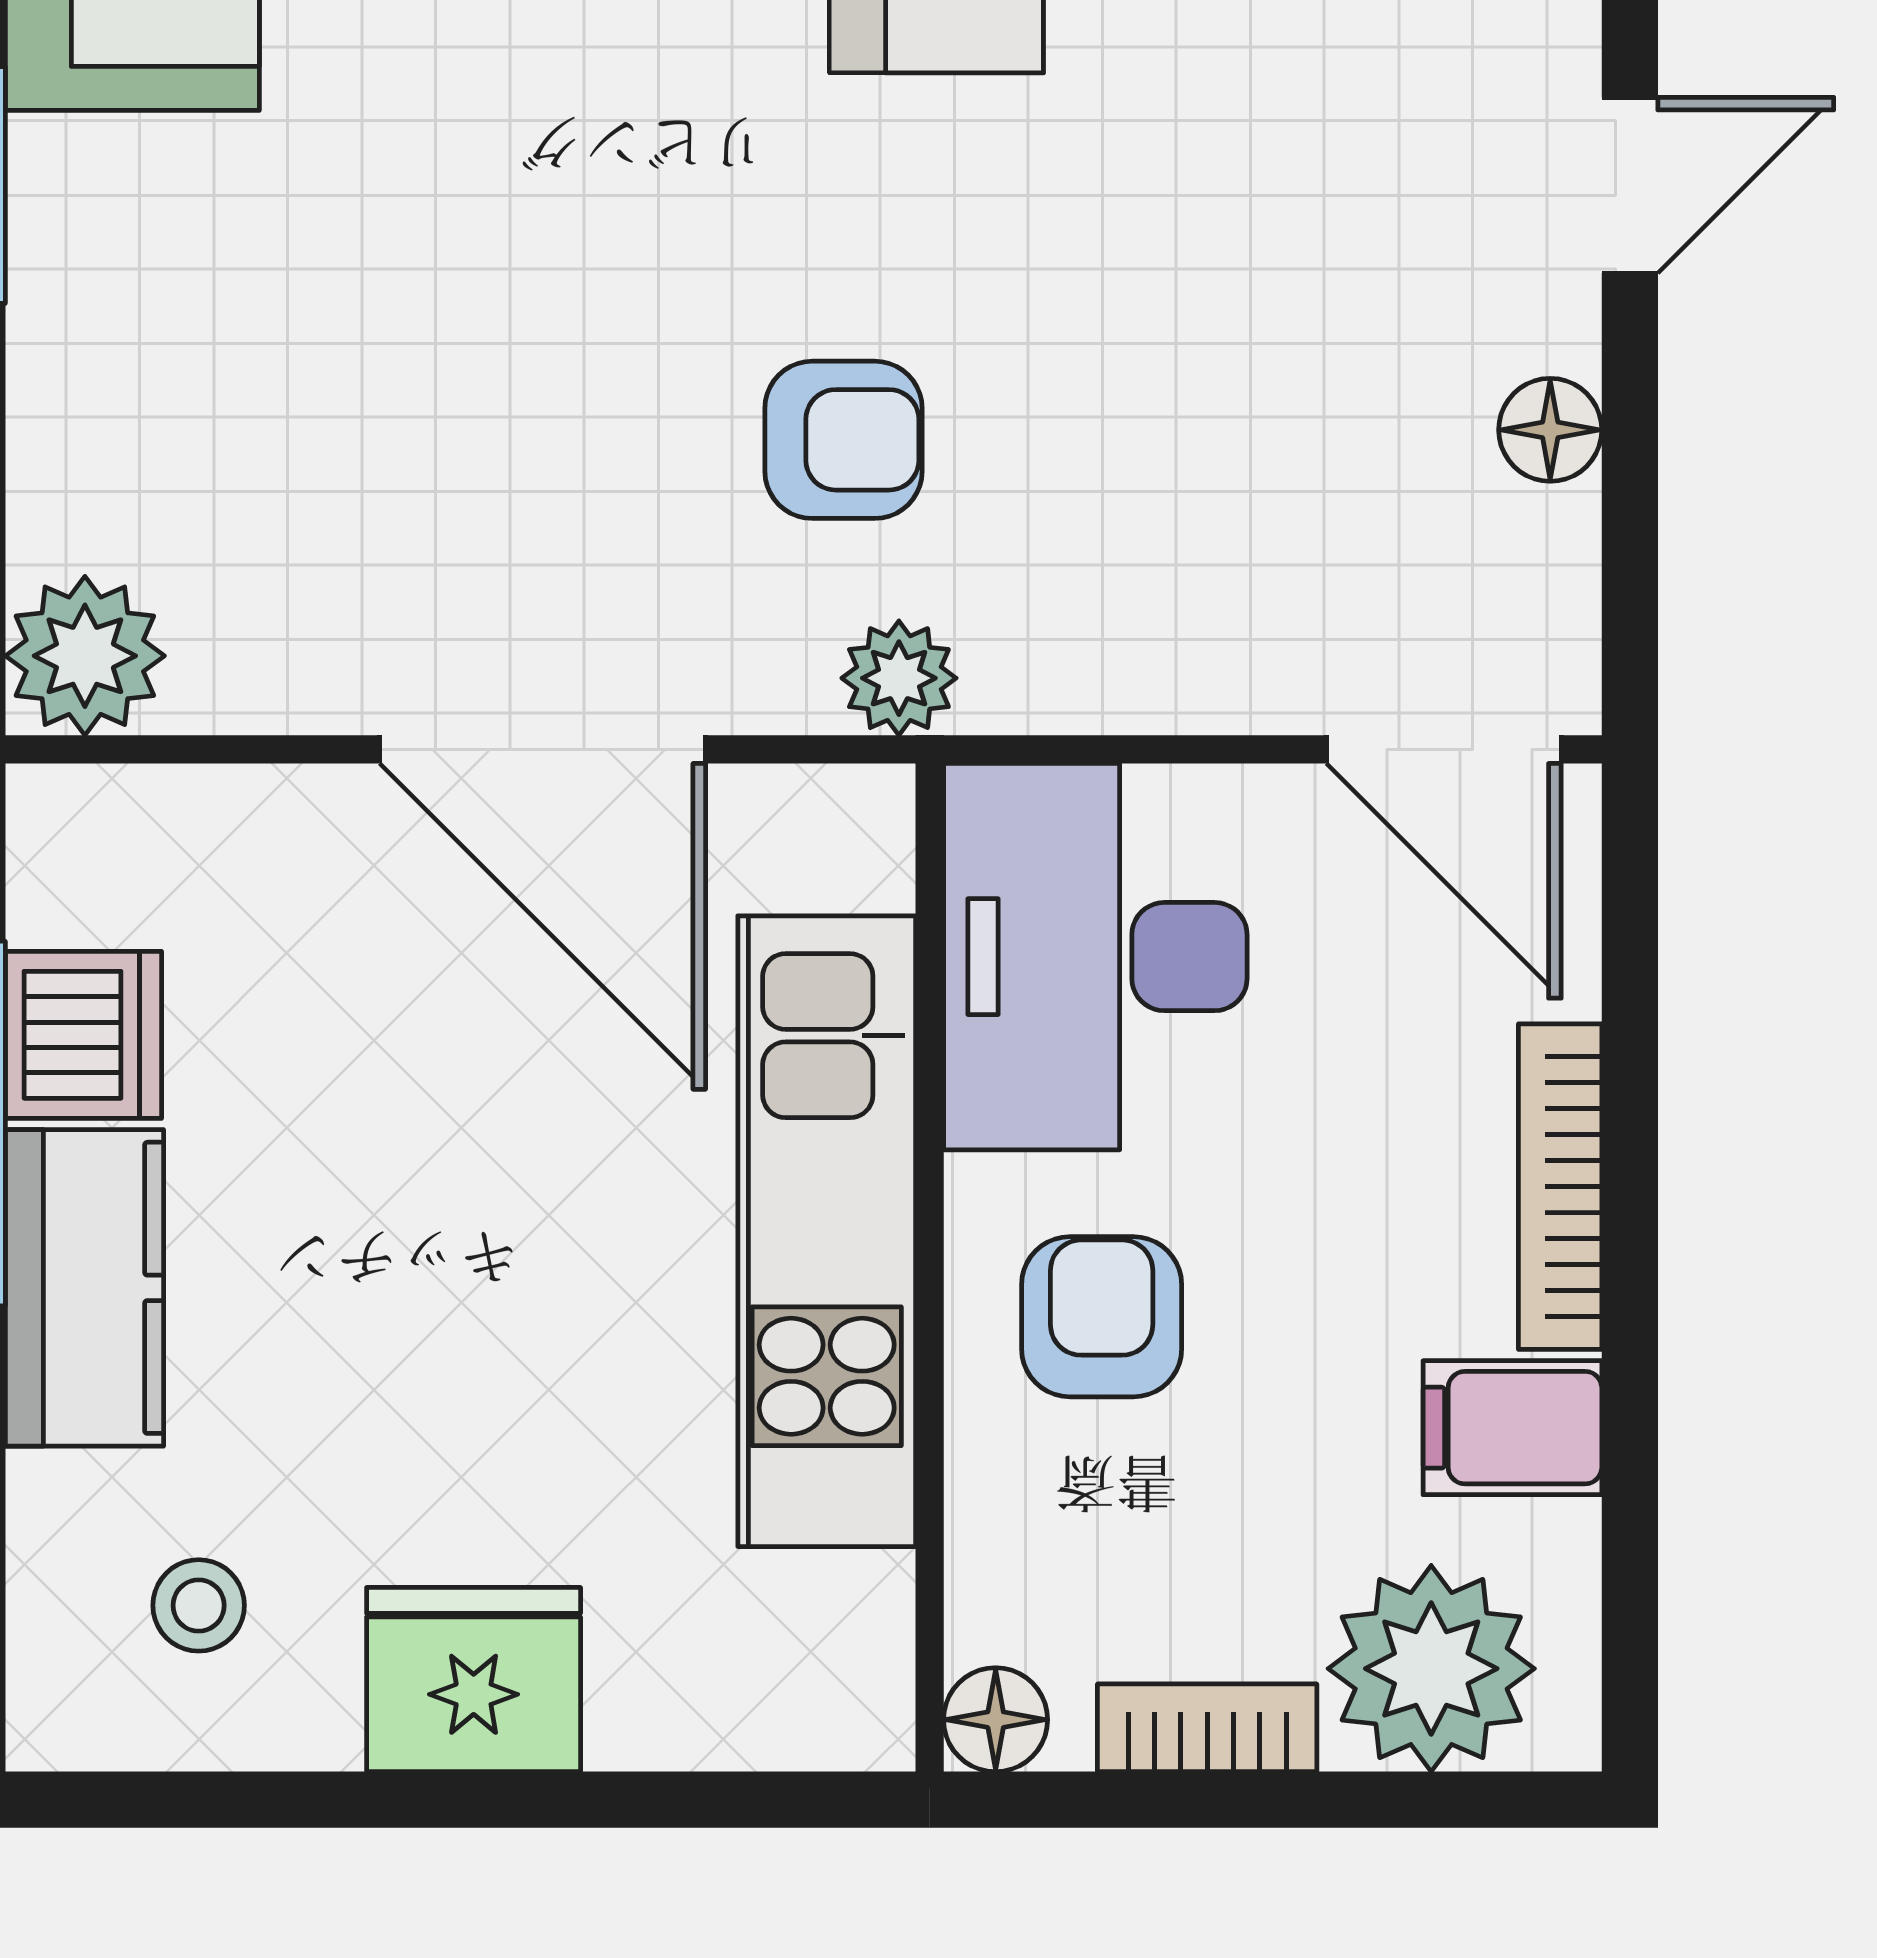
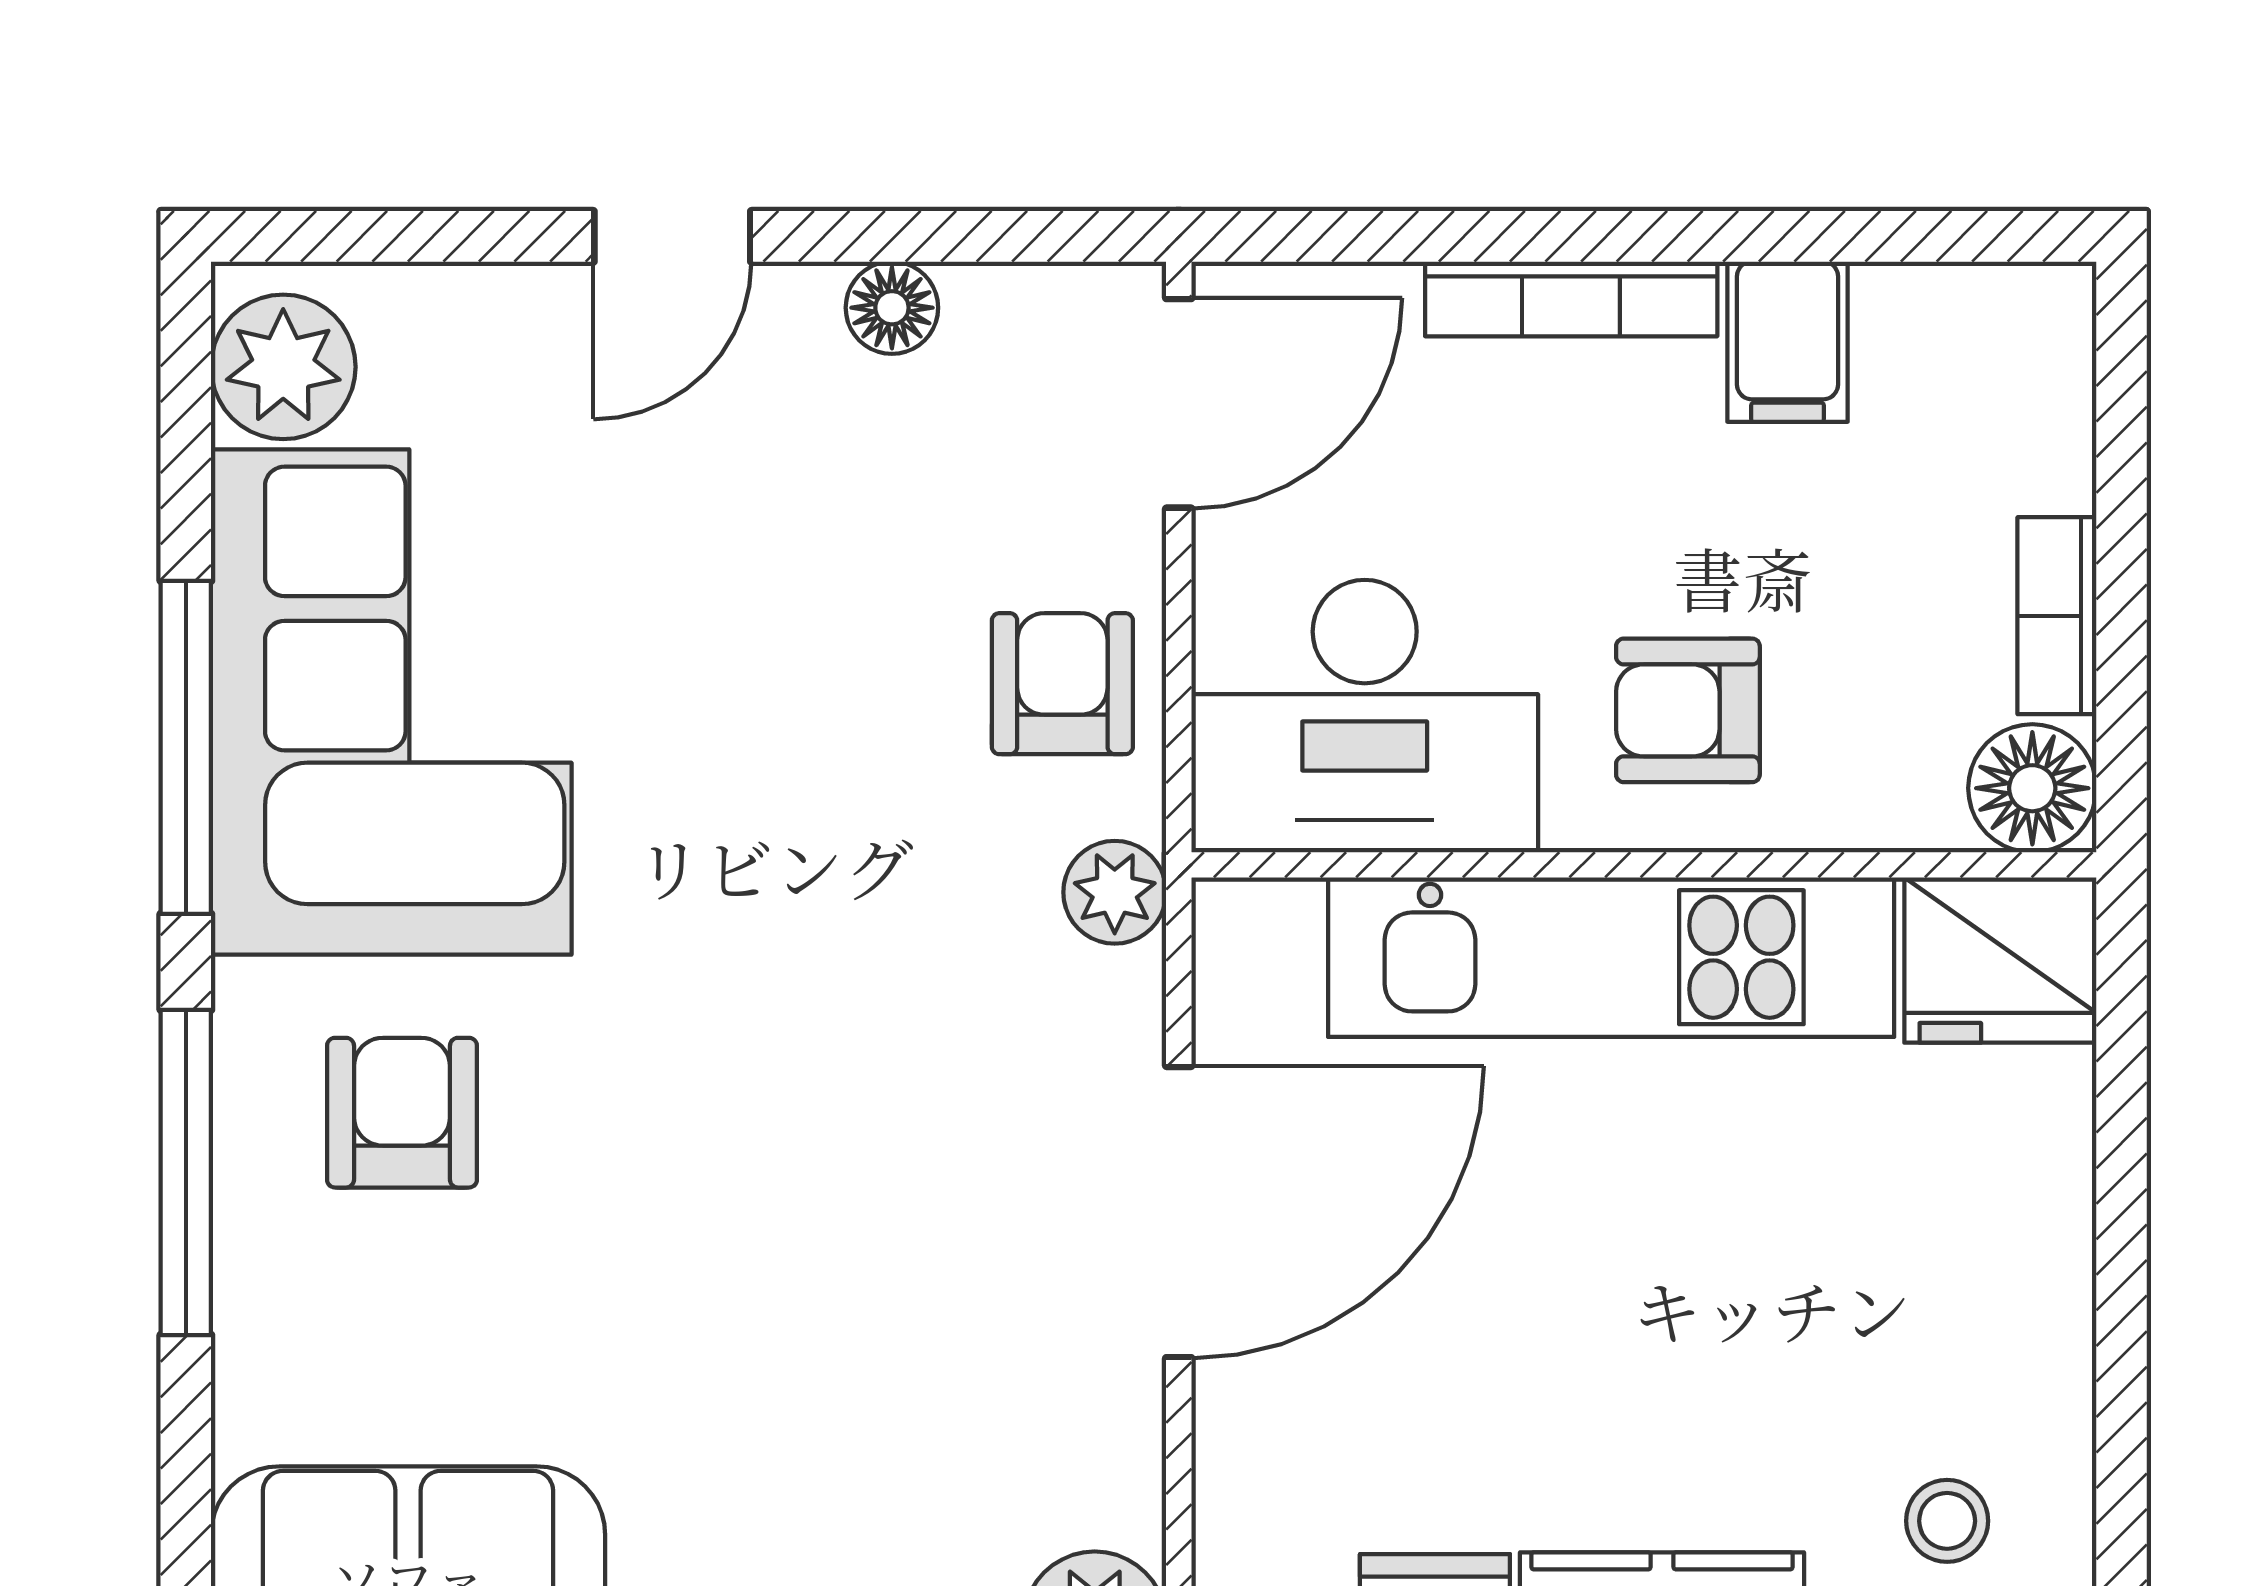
door: (1630, 185) -> (672, 236), swing flipped
armchair: (844, 440) -> (1062, 684), moved
plant: (1431, 1669) -> (2004, 415), removed
fridge: (474, 1680) -> (2000, 960), moved, turned -90
floor lamp: (996, 1720) -> (2032, 788), width x1.37, depth x1.37

